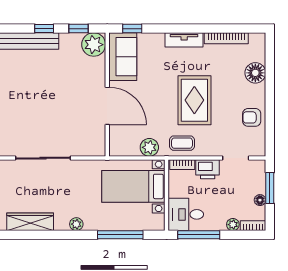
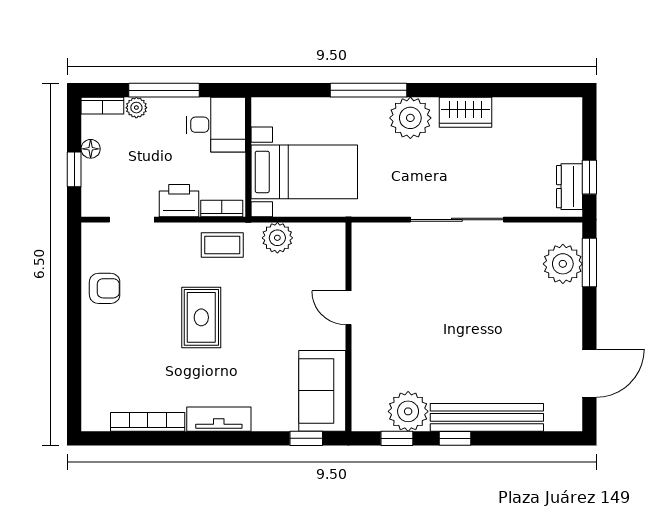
plant: (94, 45) -> (408, 411), moved
floor lamp: (255, 73) -> (98, 364), removed
rug: (194, 100) -> (201, 317), width x0.73, depth x0.70
door: (107, 106) -> (349, 308), width x0.53
window: (270, 188) -> (74, 169), width x0.67
wardrobe: (30, 222) -> (465, 112), width x0.67
plant: (76, 224) -> (410, 118), width x1.88, depth x1.88
window: (120, 235) -> (368, 90), moved
window: (199, 235) -> (164, 90), moved

